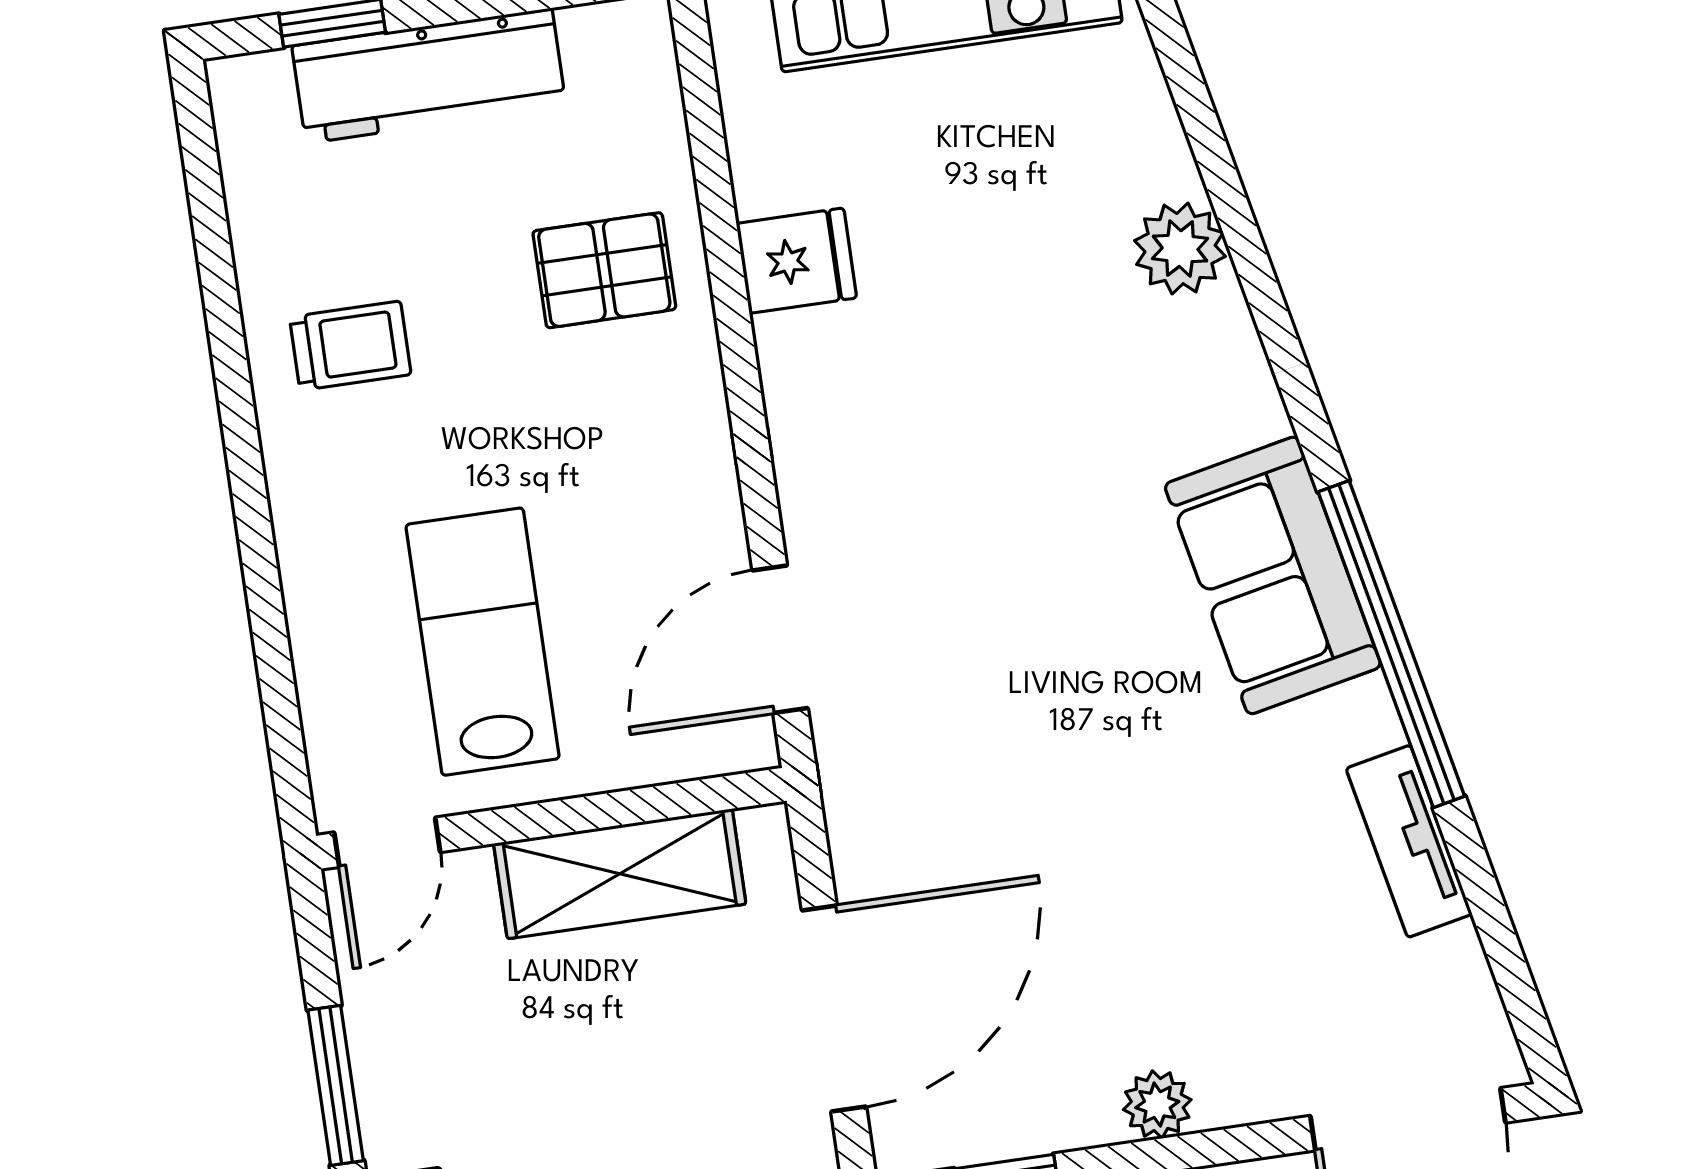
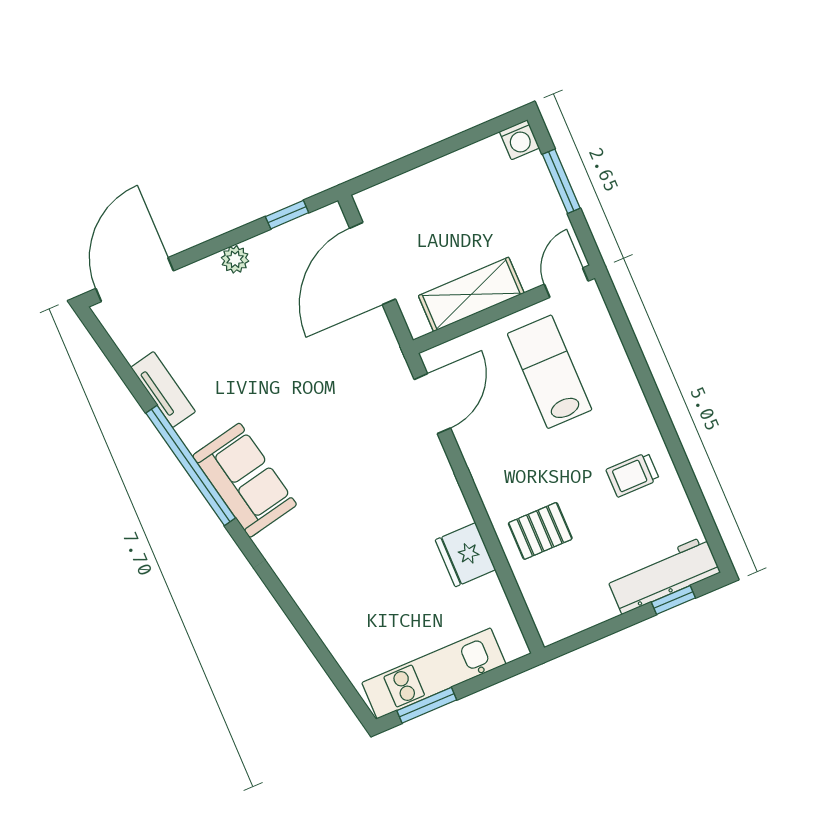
workbench: (429, 76) -> (663, 575), moved
plant: (1180, 249) -> (315, 600), removed
fridge: (797, 261) -> (465, 555), width x1.38
lab bench: (483, 642) -> (550, 372), turned 180

